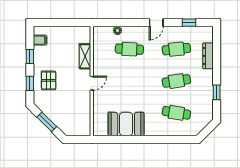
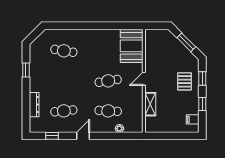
cafe table: (176, 81) -> (108, 81), moved
booth: (126, 124) -> (132, 46), moved, turned 90

